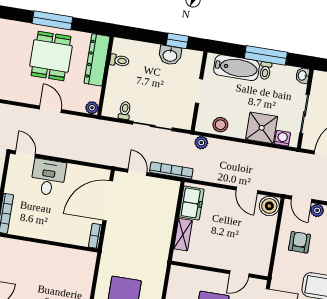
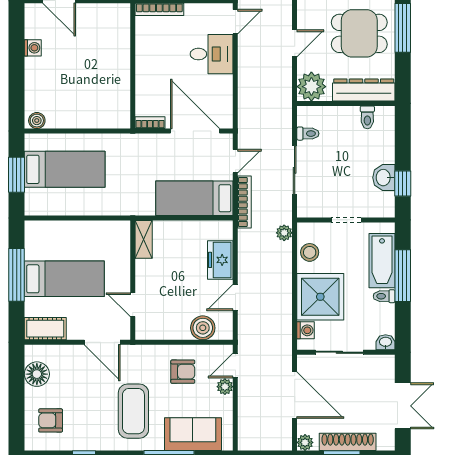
window: (266, 55) -> (403, 276), moved
plant: (92, 108) -> (311, 87), width x1.88, depth x1.88
shower: (262, 128) -> (320, 297), width x1.37, depth x1.37
freezer: (192, 203) -> (220, 260), moved, turned 90
boiler: (269, 206) -> (203, 328), moved
bed: (162, 210) -> (194, 198), added
shelving: (183, 235) -> (144, 239), moved, turned 90

